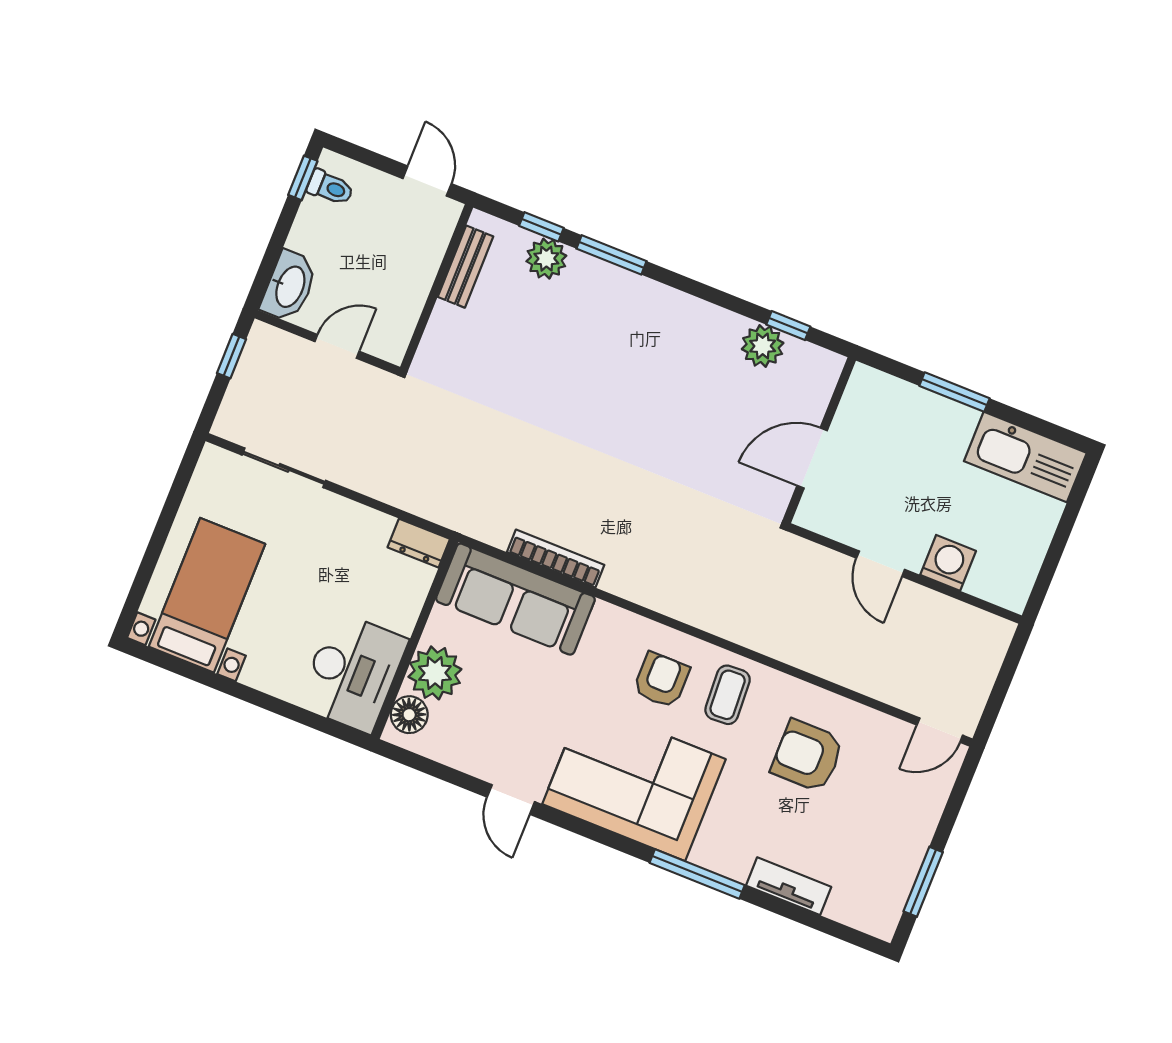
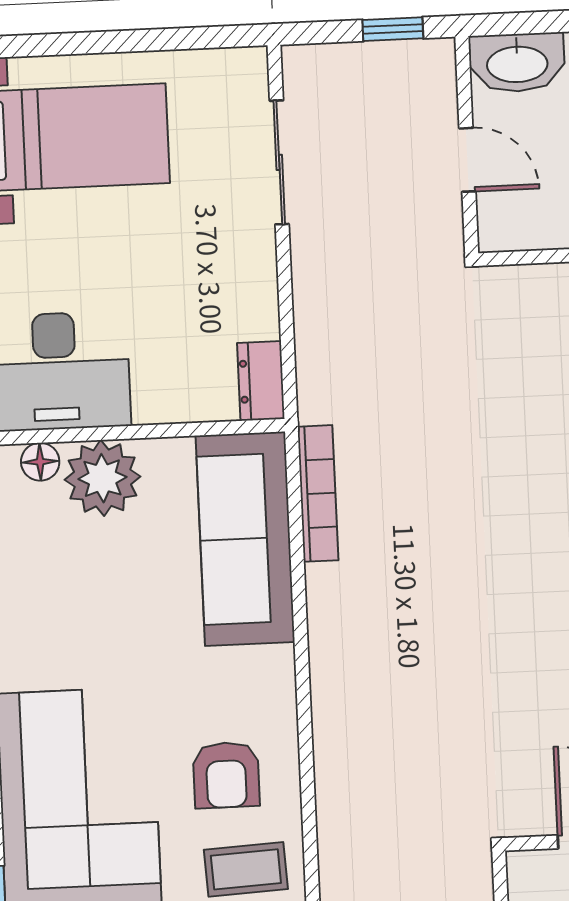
bookcase: (556, 559) -> (318, 493), moved
armchair: (661, 680) -> (226, 775), turned 90
floor lamp: (409, 715) -> (40, 462), width x0.73, depth x0.73

